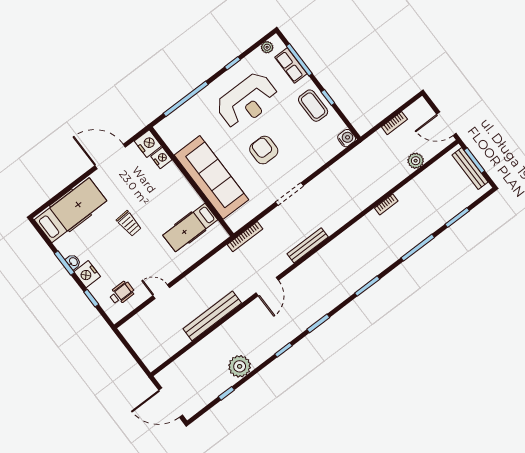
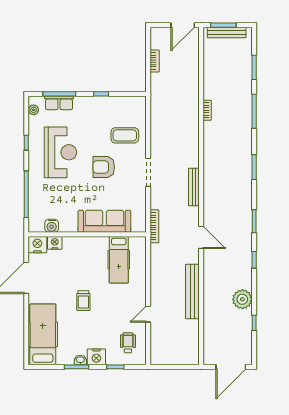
coffee table: (313, 106) -> (125, 135), moved
water cooler: (347, 138) -> (52, 226), moved, turned 180
plant: (416, 161) -> (192, 66), removed
sofa: (211, 177) -> (104, 221), width x0.74, depth x0.79
trolley: (129, 224) -> (83, 301), turned 94

